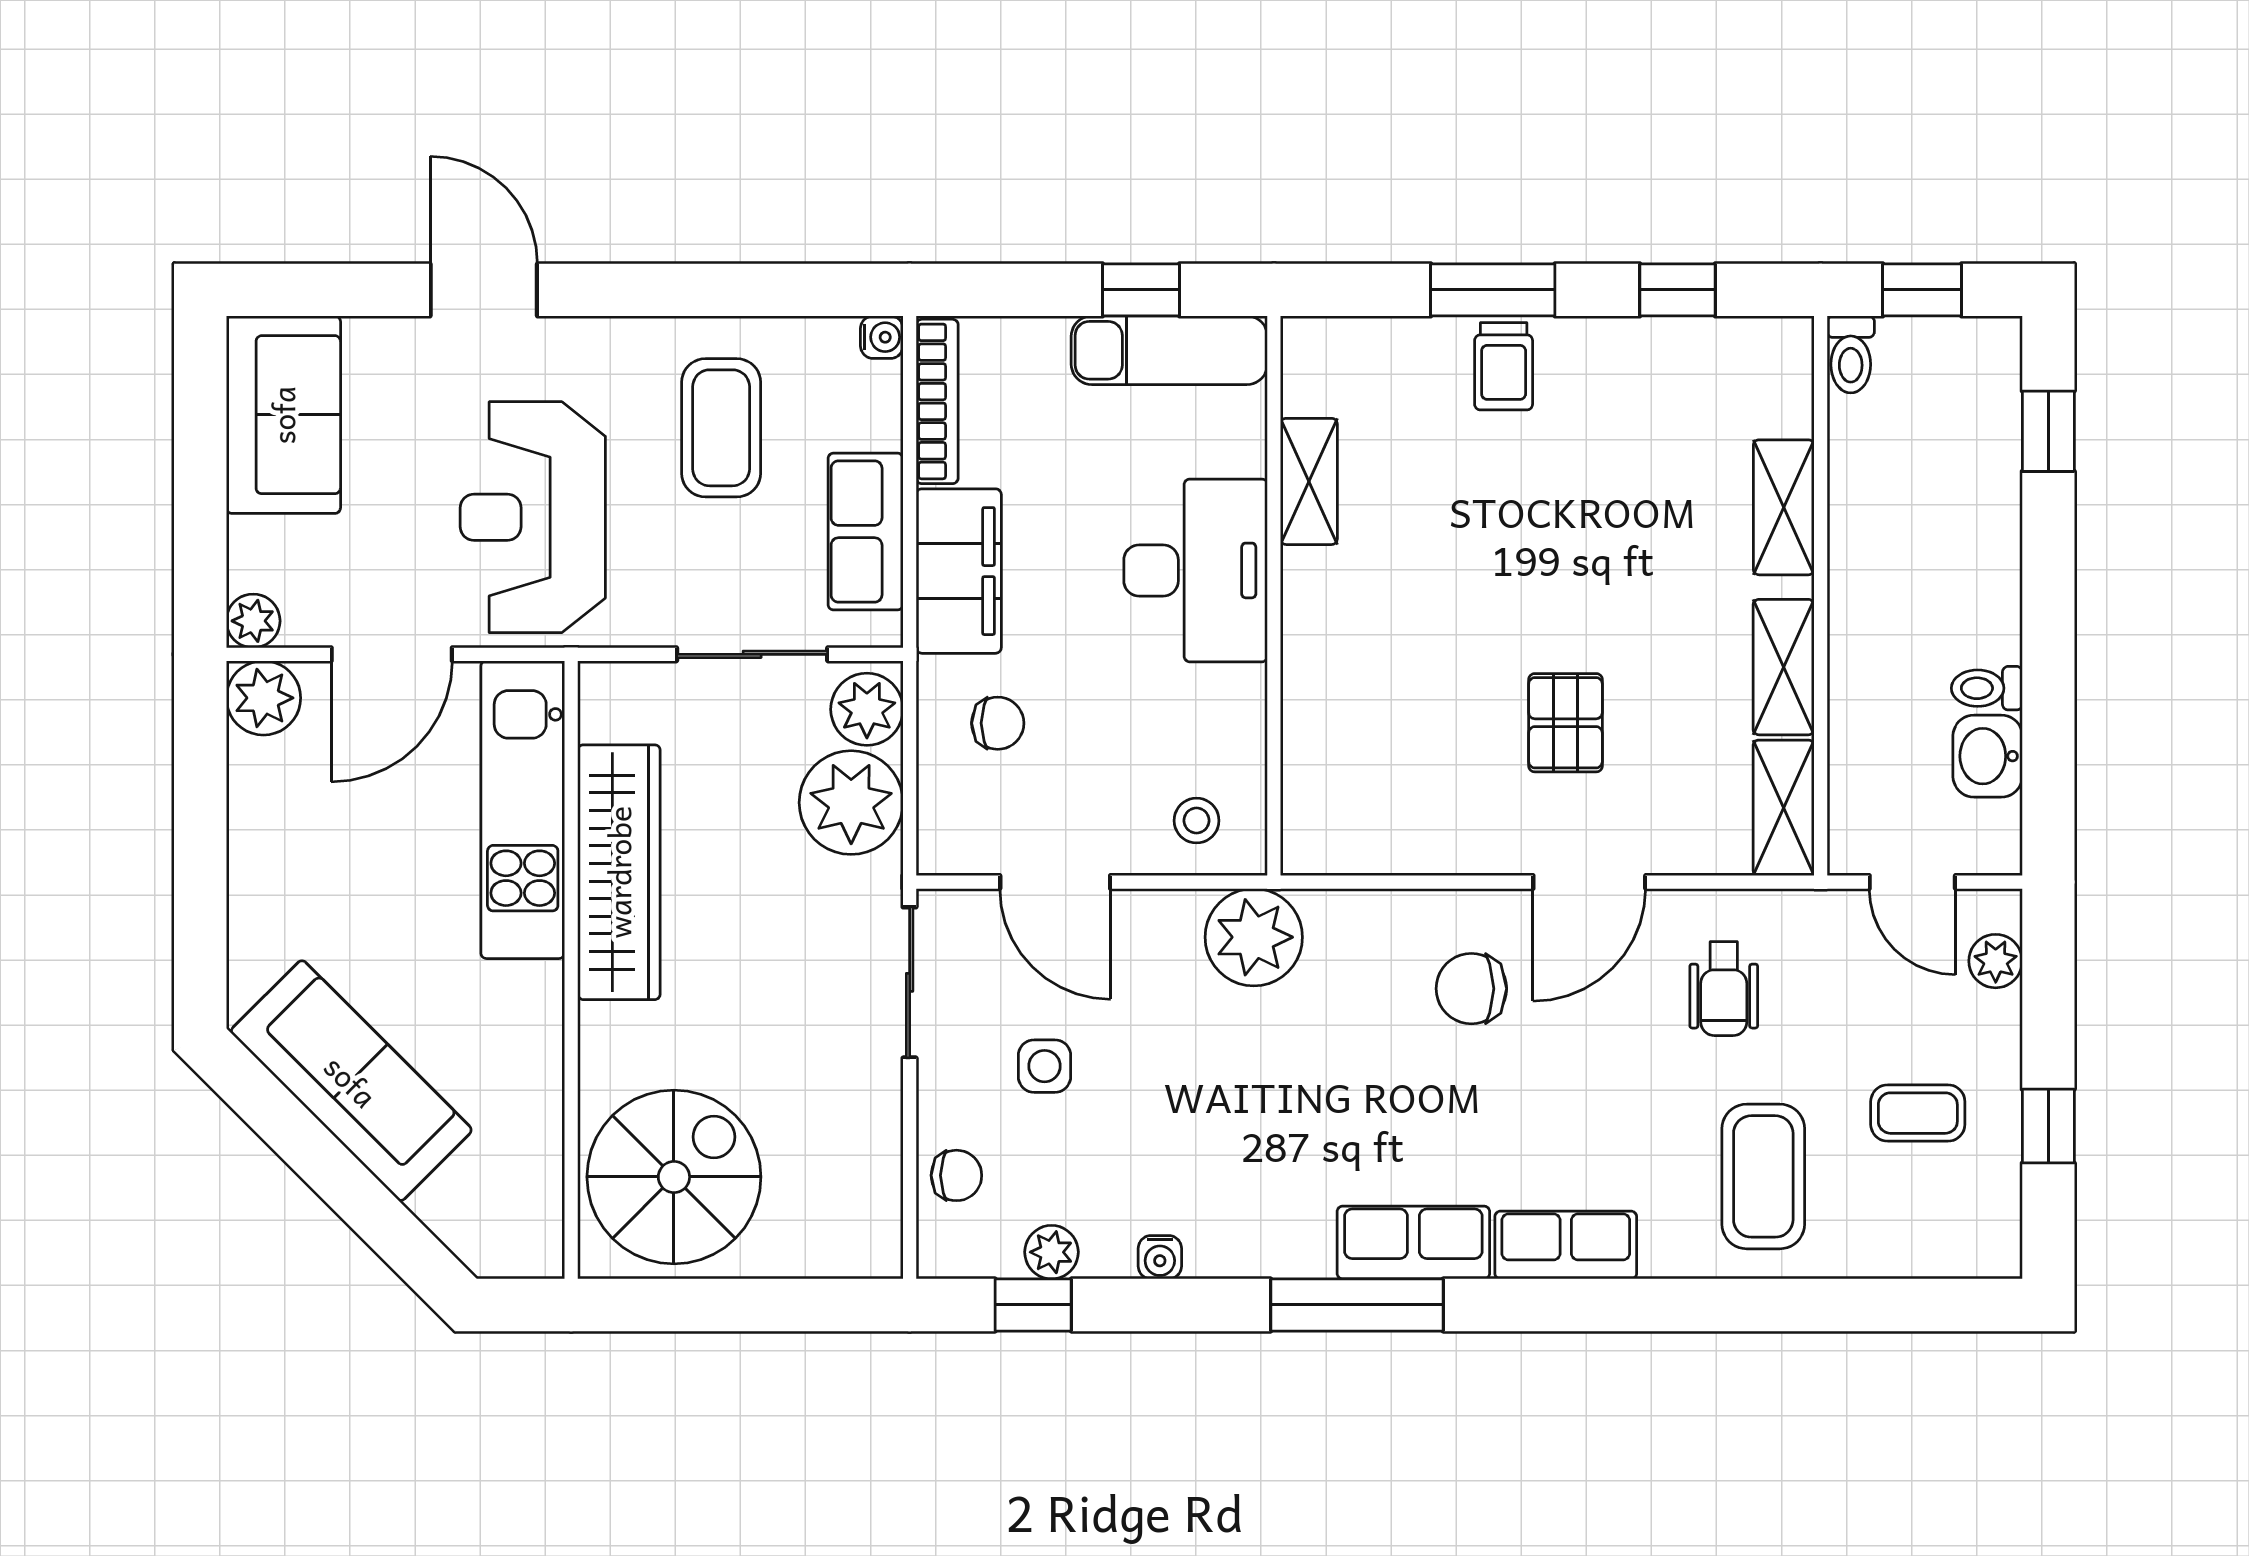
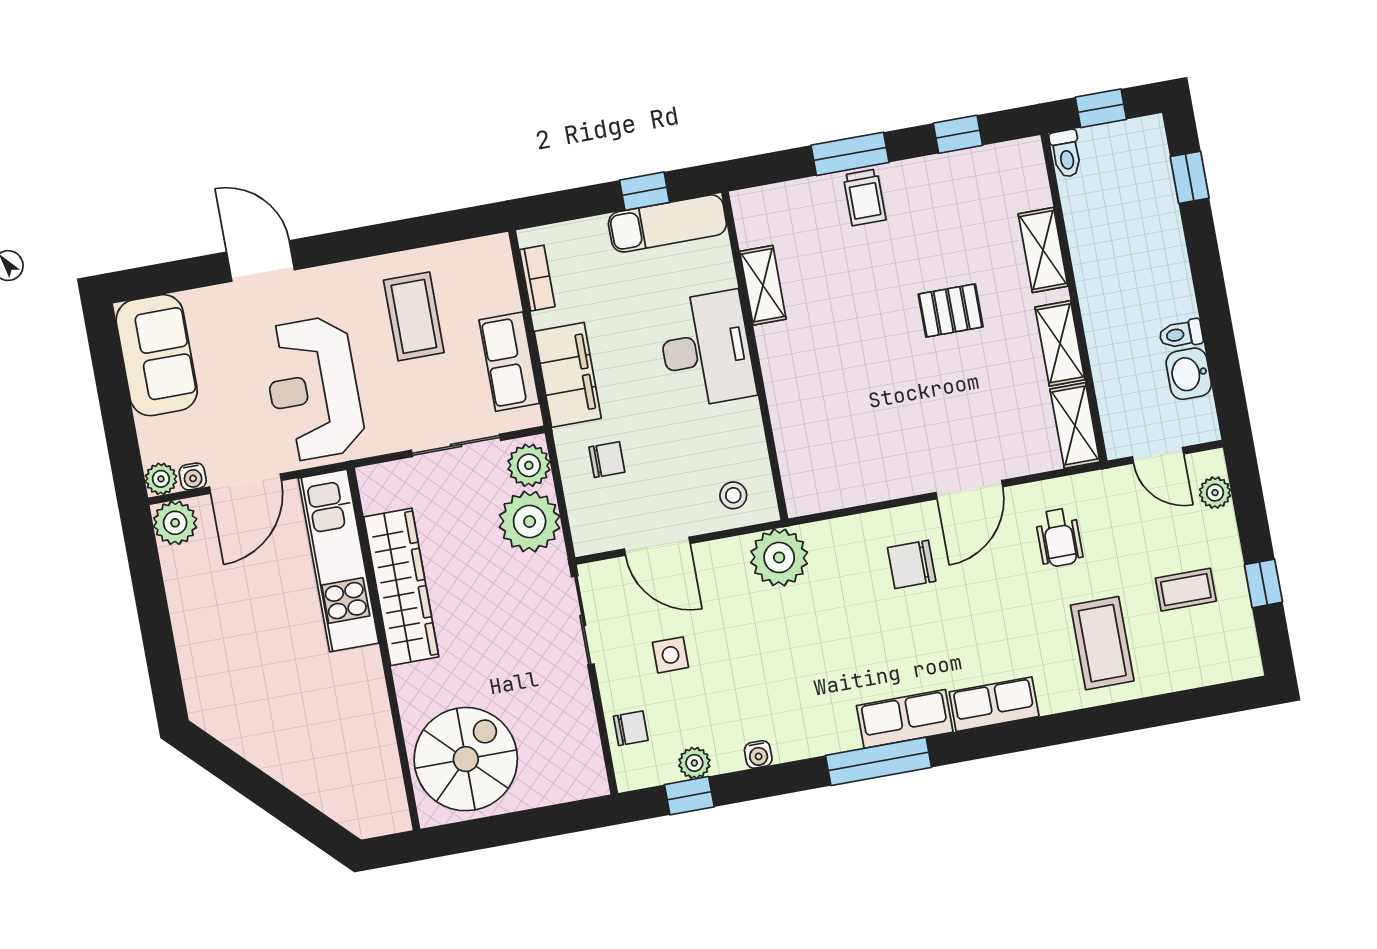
water cooler: (882, 337) -> (193, 476), moved, turned 90
bookcase: (937, 401) -> (537, 278), width x0.64
pallet: (1565, 723) -> (951, 310), moved, turned 90
sofa: (351, 1081) -> (267, 737), removed

